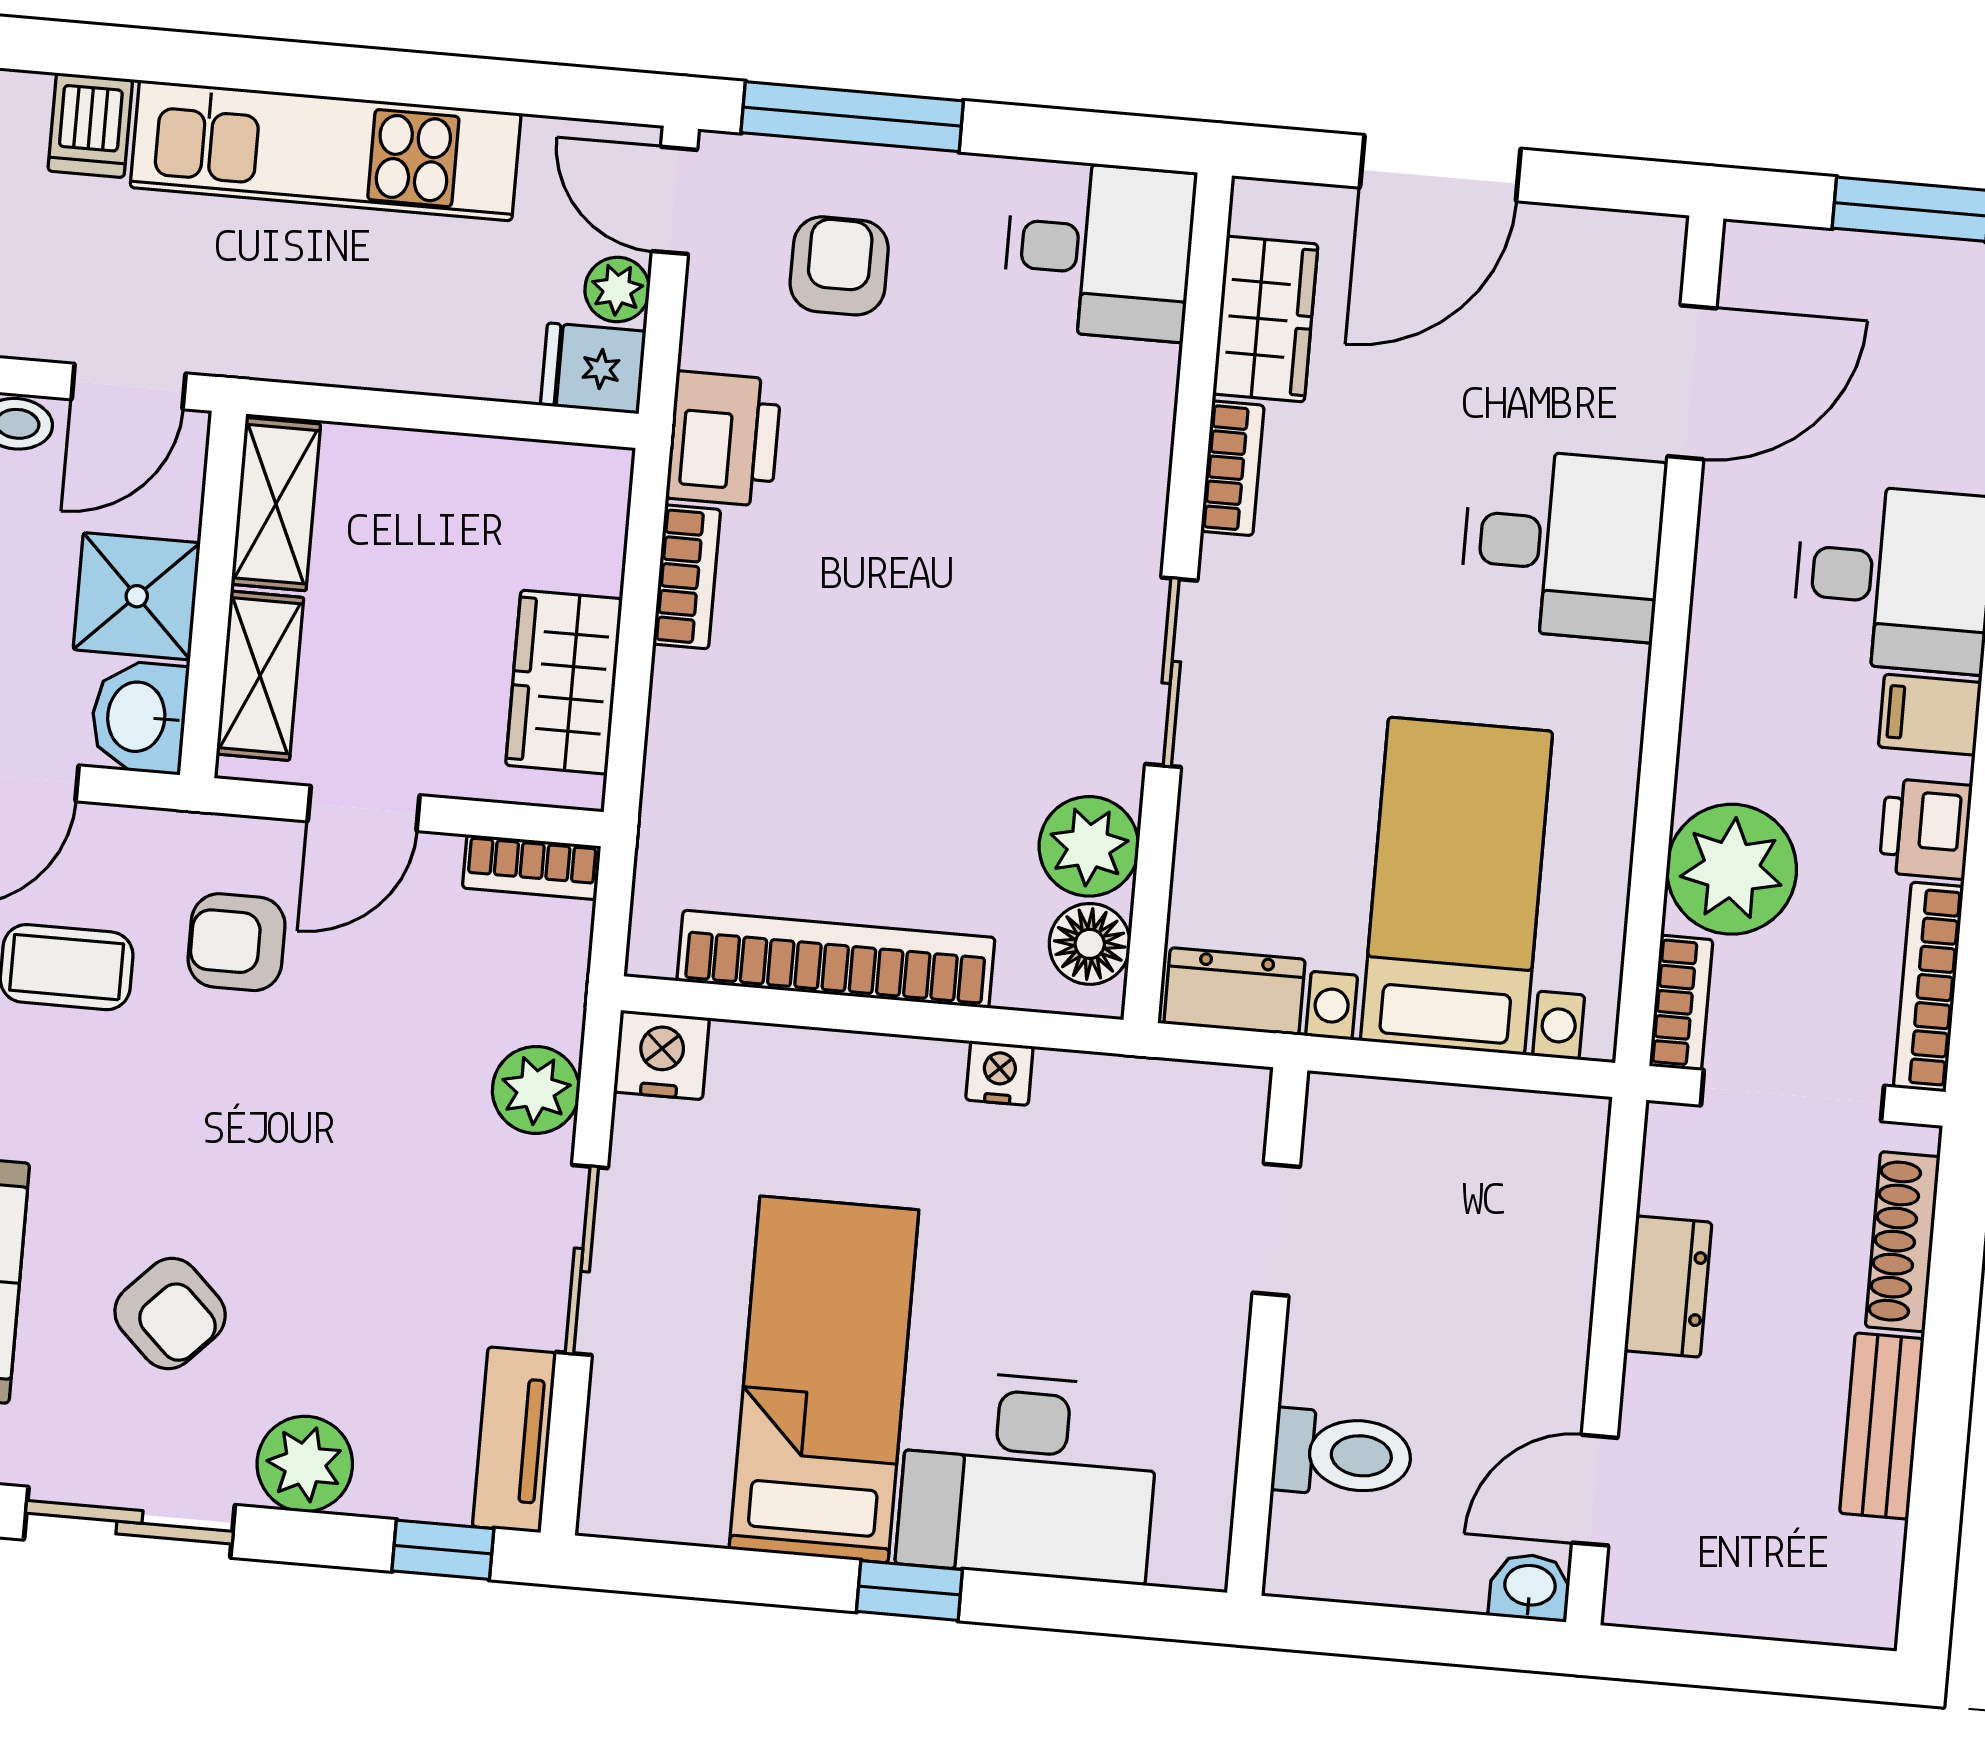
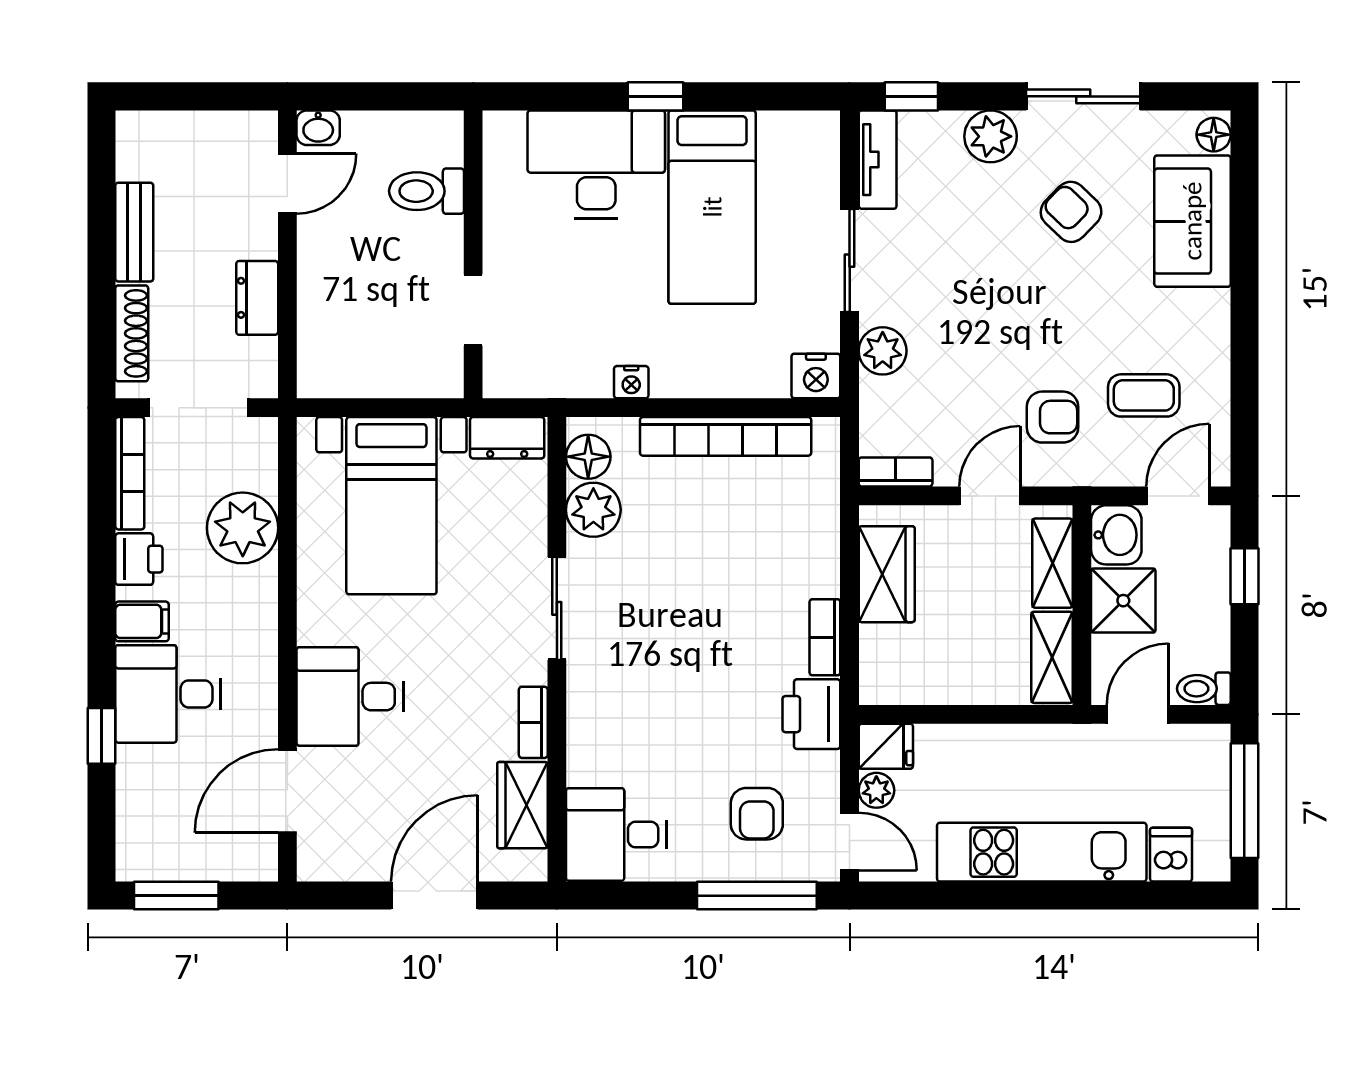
bookcase: (1681, 1003) -> (264, 453), removed

